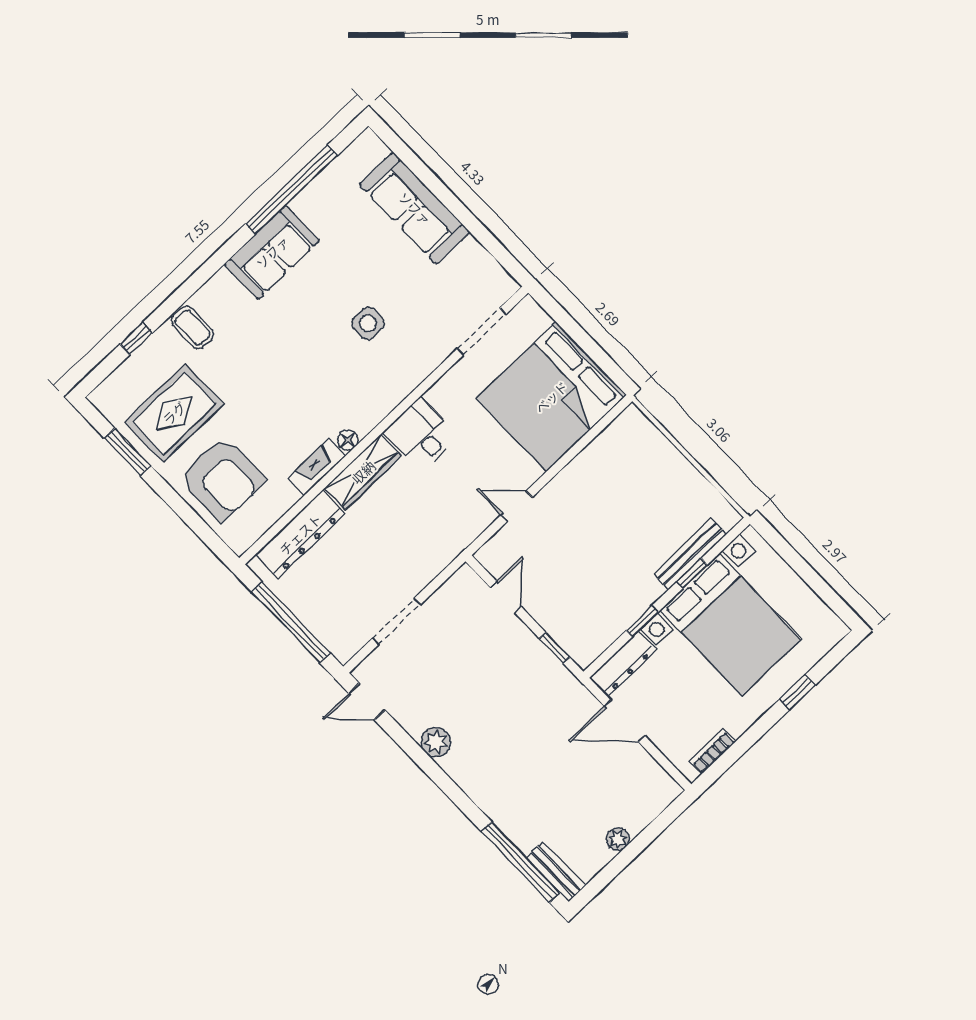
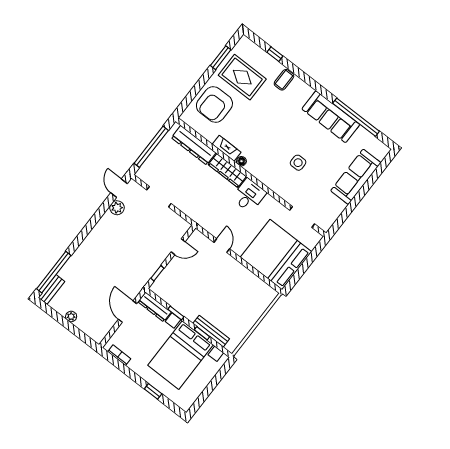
sofa: (272, 252) -> (331, 117), width x1.36
plant: (436, 742) -> (117, 208), moved

